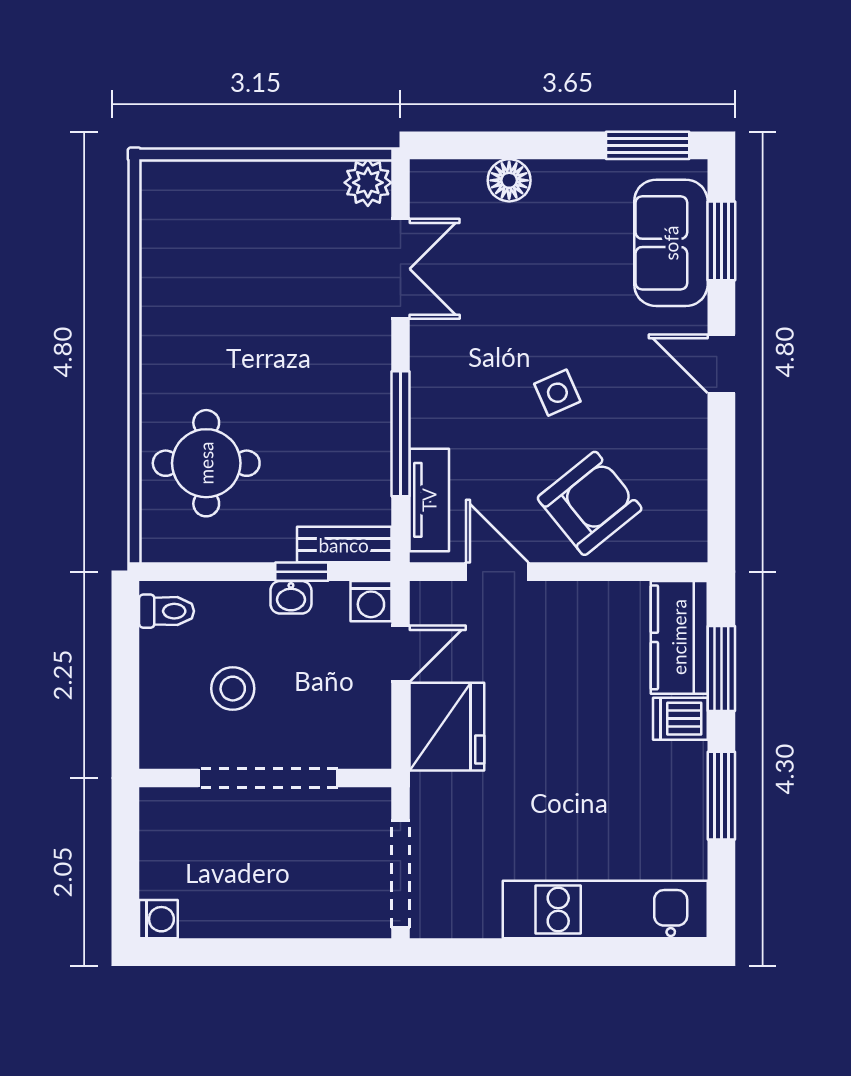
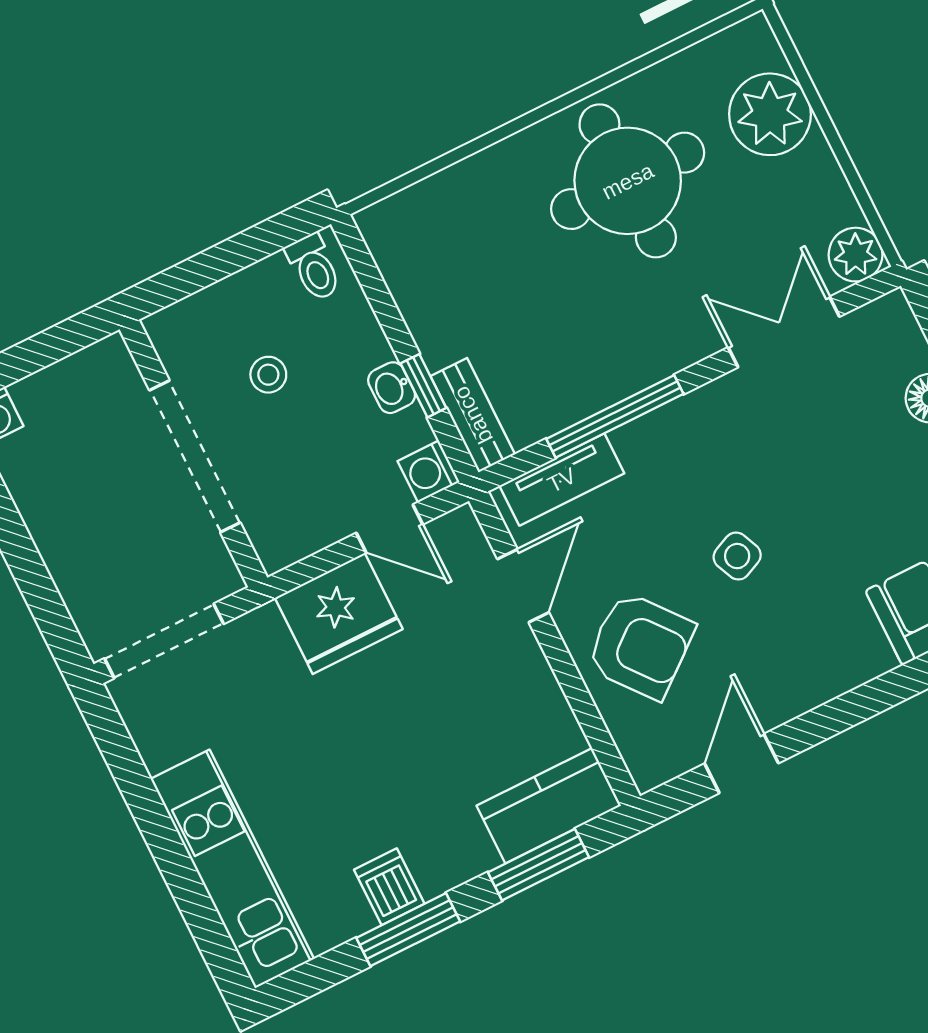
plant: (225, 195) -> (770, 114), added
double door: (400, 269) -> (784, 332), swing flipped
door: (721, 364) -> (742, 763), moved
round table: (206, 463) -> (628, 181), moved, width x1.36, depth x1.36
stool: (233, 689) -> (268, 375), width x0.73, depth x0.73
dishwasher: (680, 719) -> (389, 887), moved

